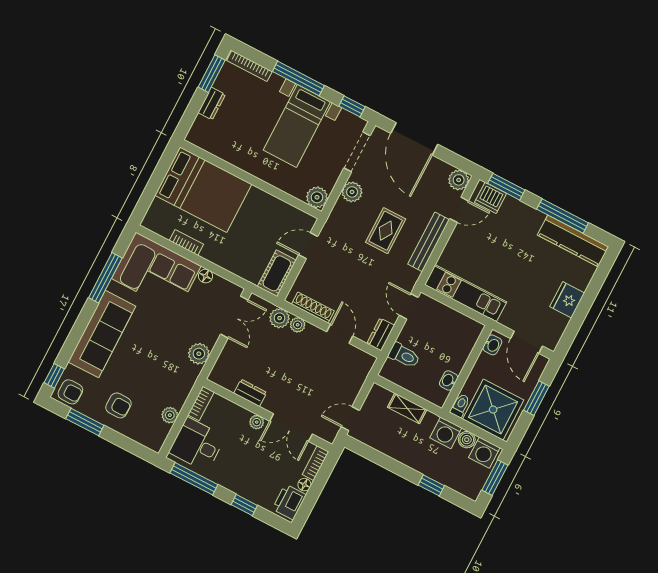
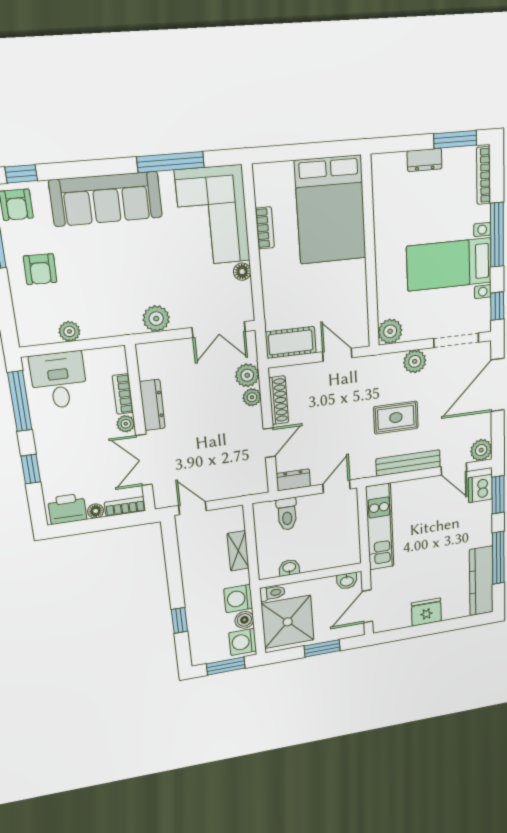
dresser: (250, 393) -> (152, 405), width x1.44
bookcase: (201, 403) -> (123, 394), moved, turned 90

